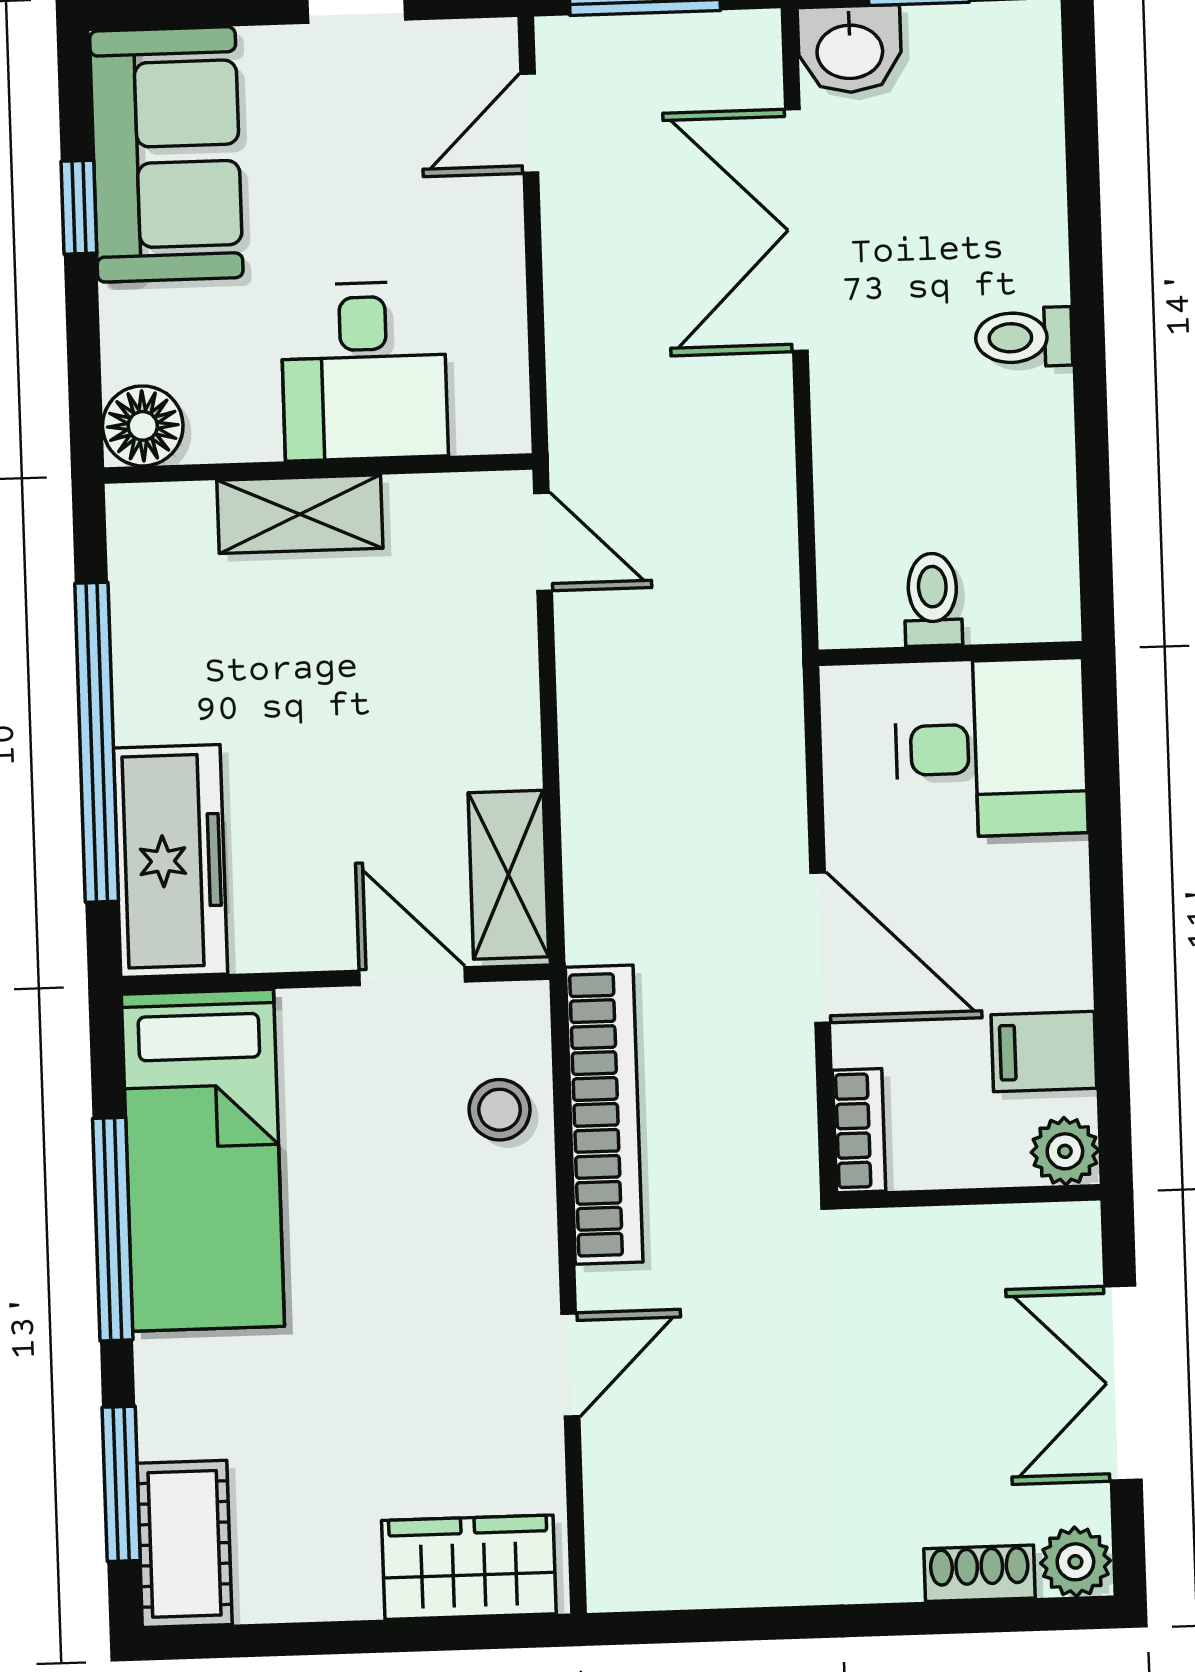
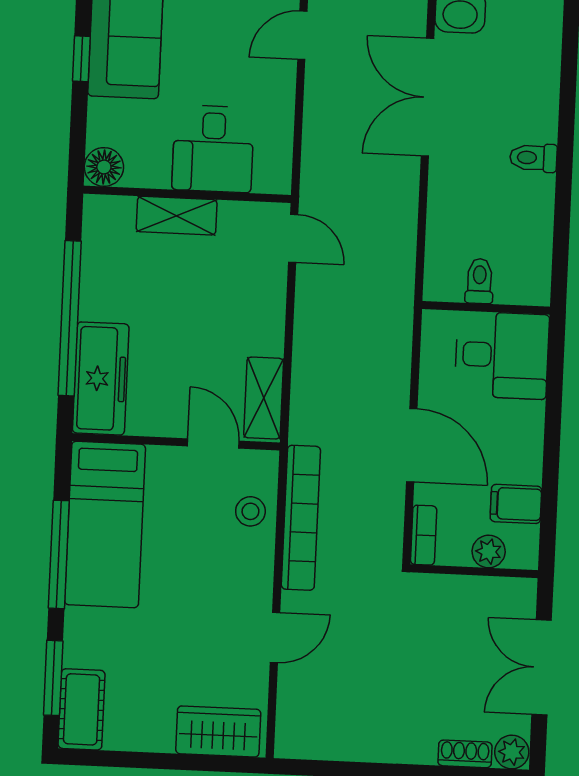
plant: (1065, 1151) -> (489, 551), moved

